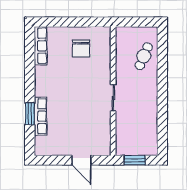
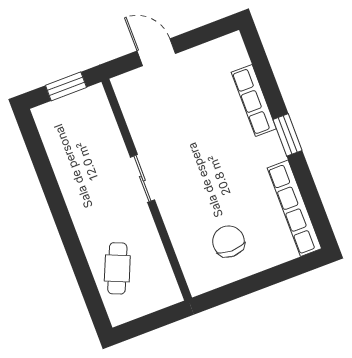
row of seats: (41, 46) -> (294, 208), width x1.36
window: (30, 114) -> (288, 135), moved

